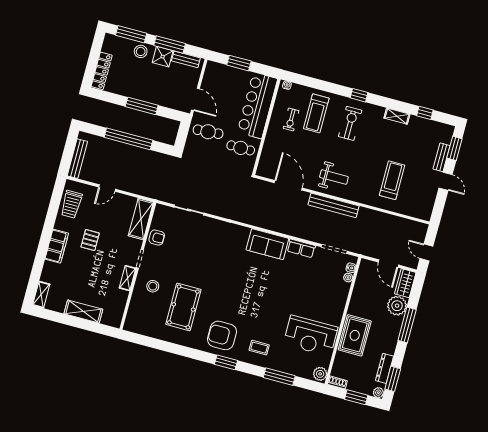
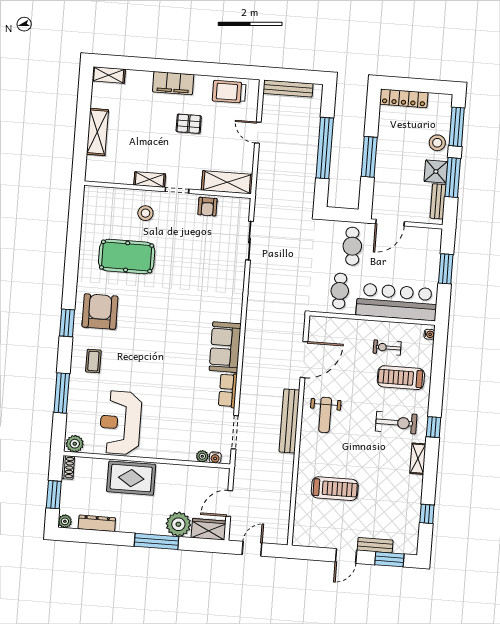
shelving: (397, 116) -> (418, 459), moved
window: (393, 379) -> (86, 536), removed

